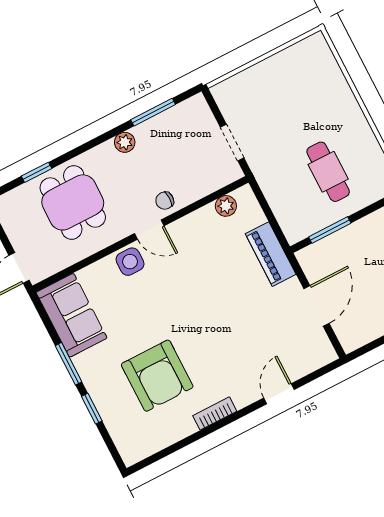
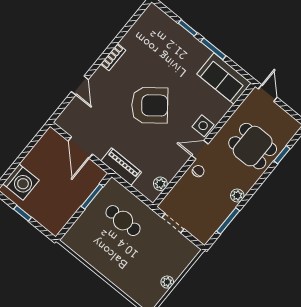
plant: (276, 63) -> (167, 282), added
cafe table: (328, 172) -> (123, 221), moved
armchair: (157, 376) -> (150, 105), moved, turned 142

